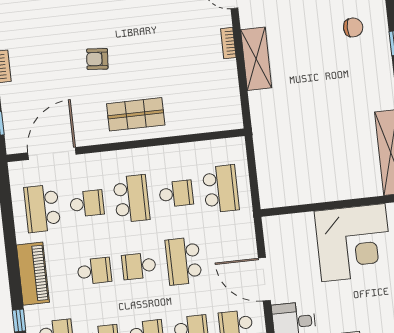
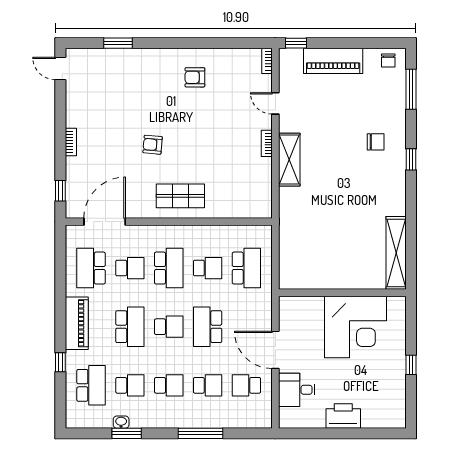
school desk: (139, 266) -> (169, 327), turned 180
school desk: (94, 271) -> (130, 327), width x1.85

